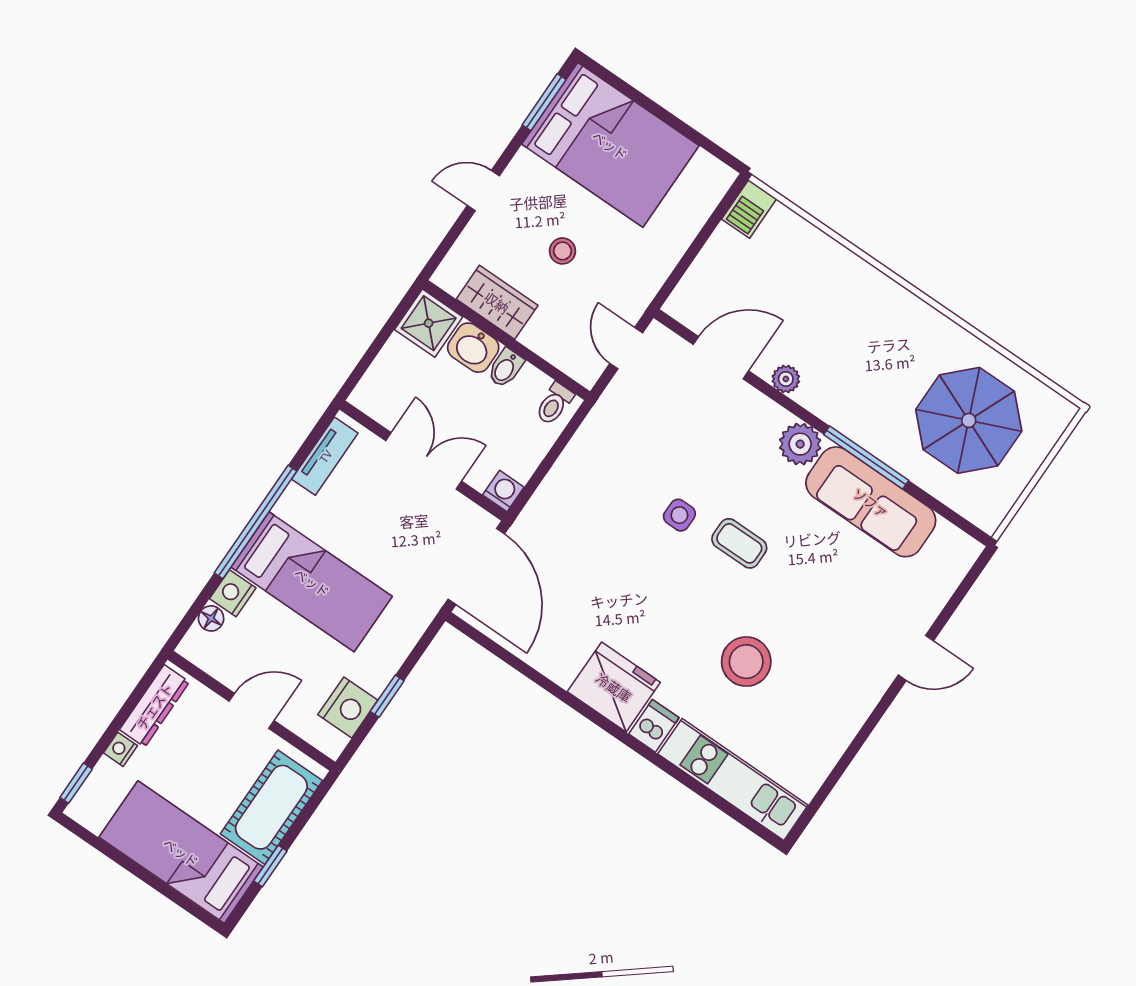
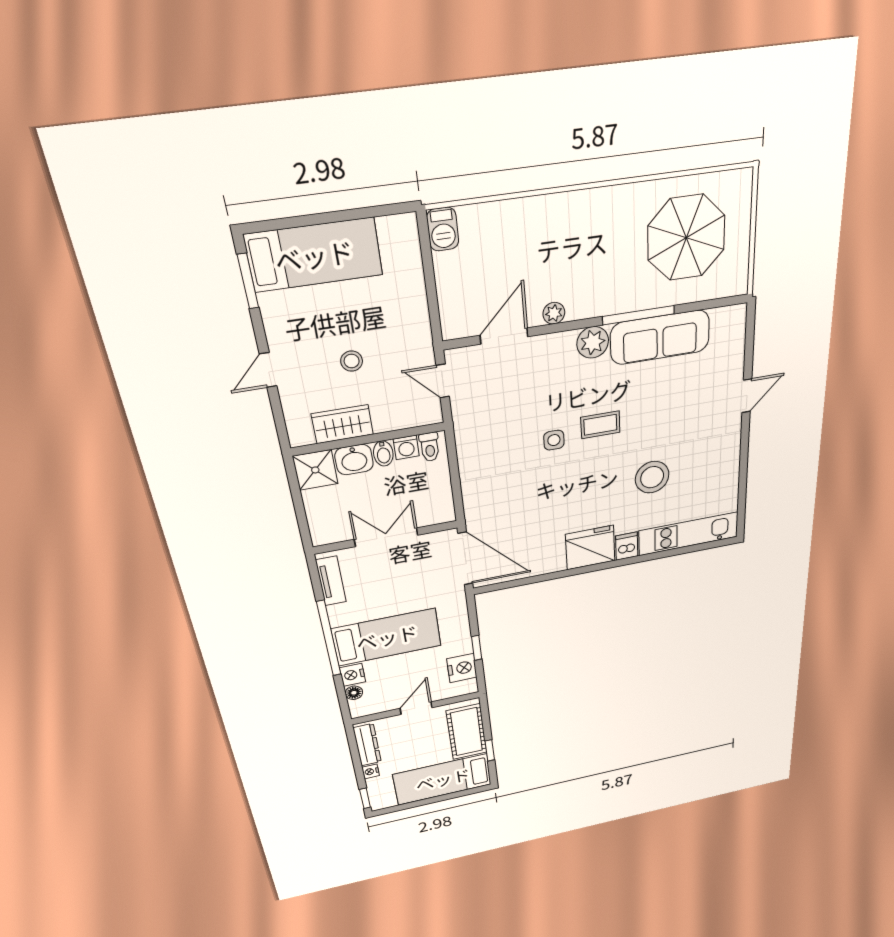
bed: (610, 145) -> (314, 255), width x0.67
washing machine: (503, 491) -> (406, 447), moved, turned 180

